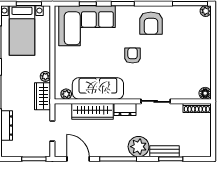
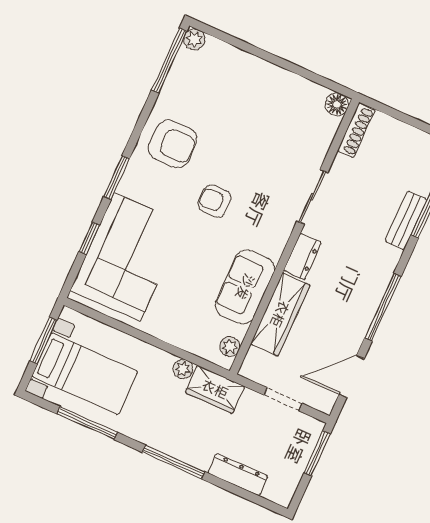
sofa: (98, 88) -> (245, 287), width x0.73
plant: (139, 147) -> (378, 262), removed

